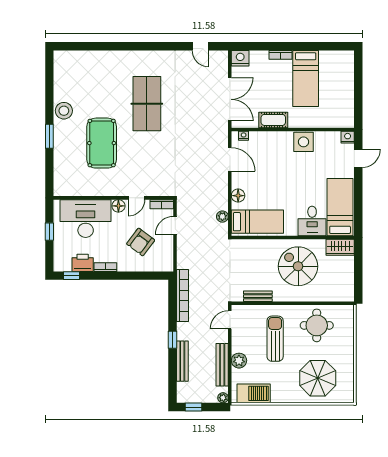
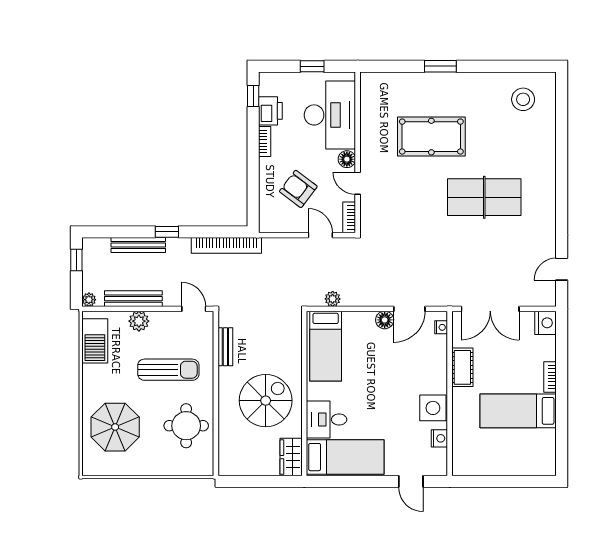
stool: (64, 111) -> (523, 99), moved
nightstand: (348, 137) -> (439, 438), moved
floor lamp: (238, 196) -> (385, 320), moved

